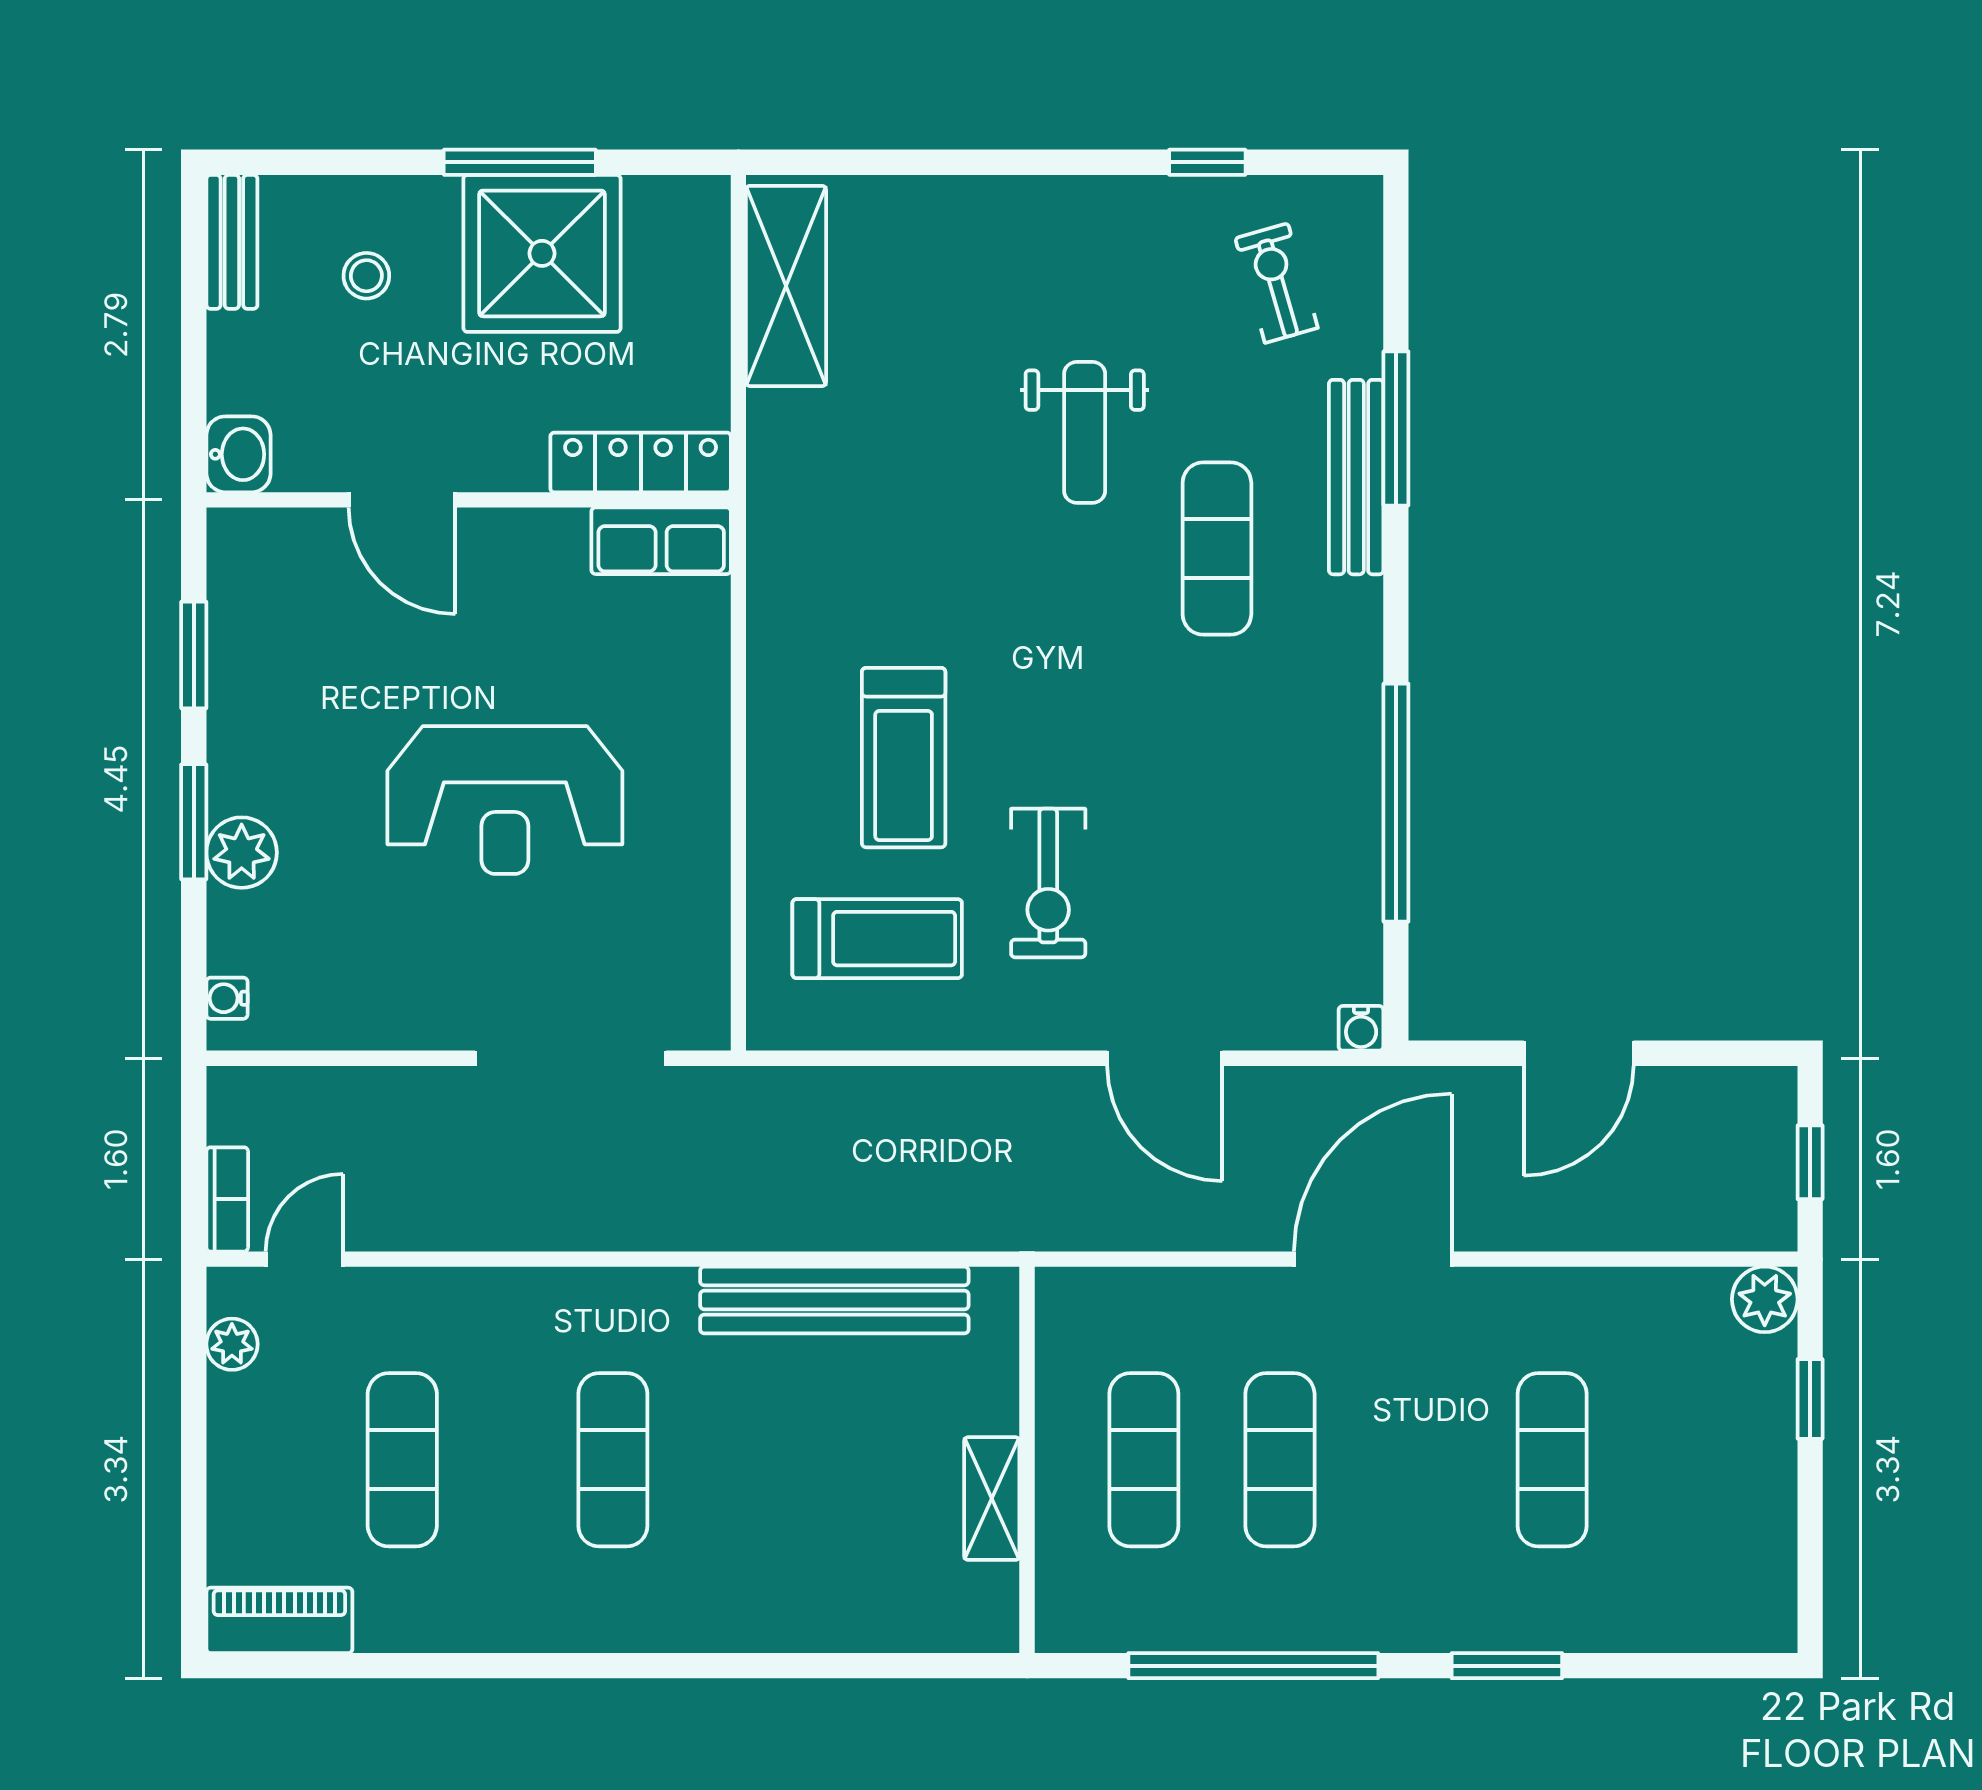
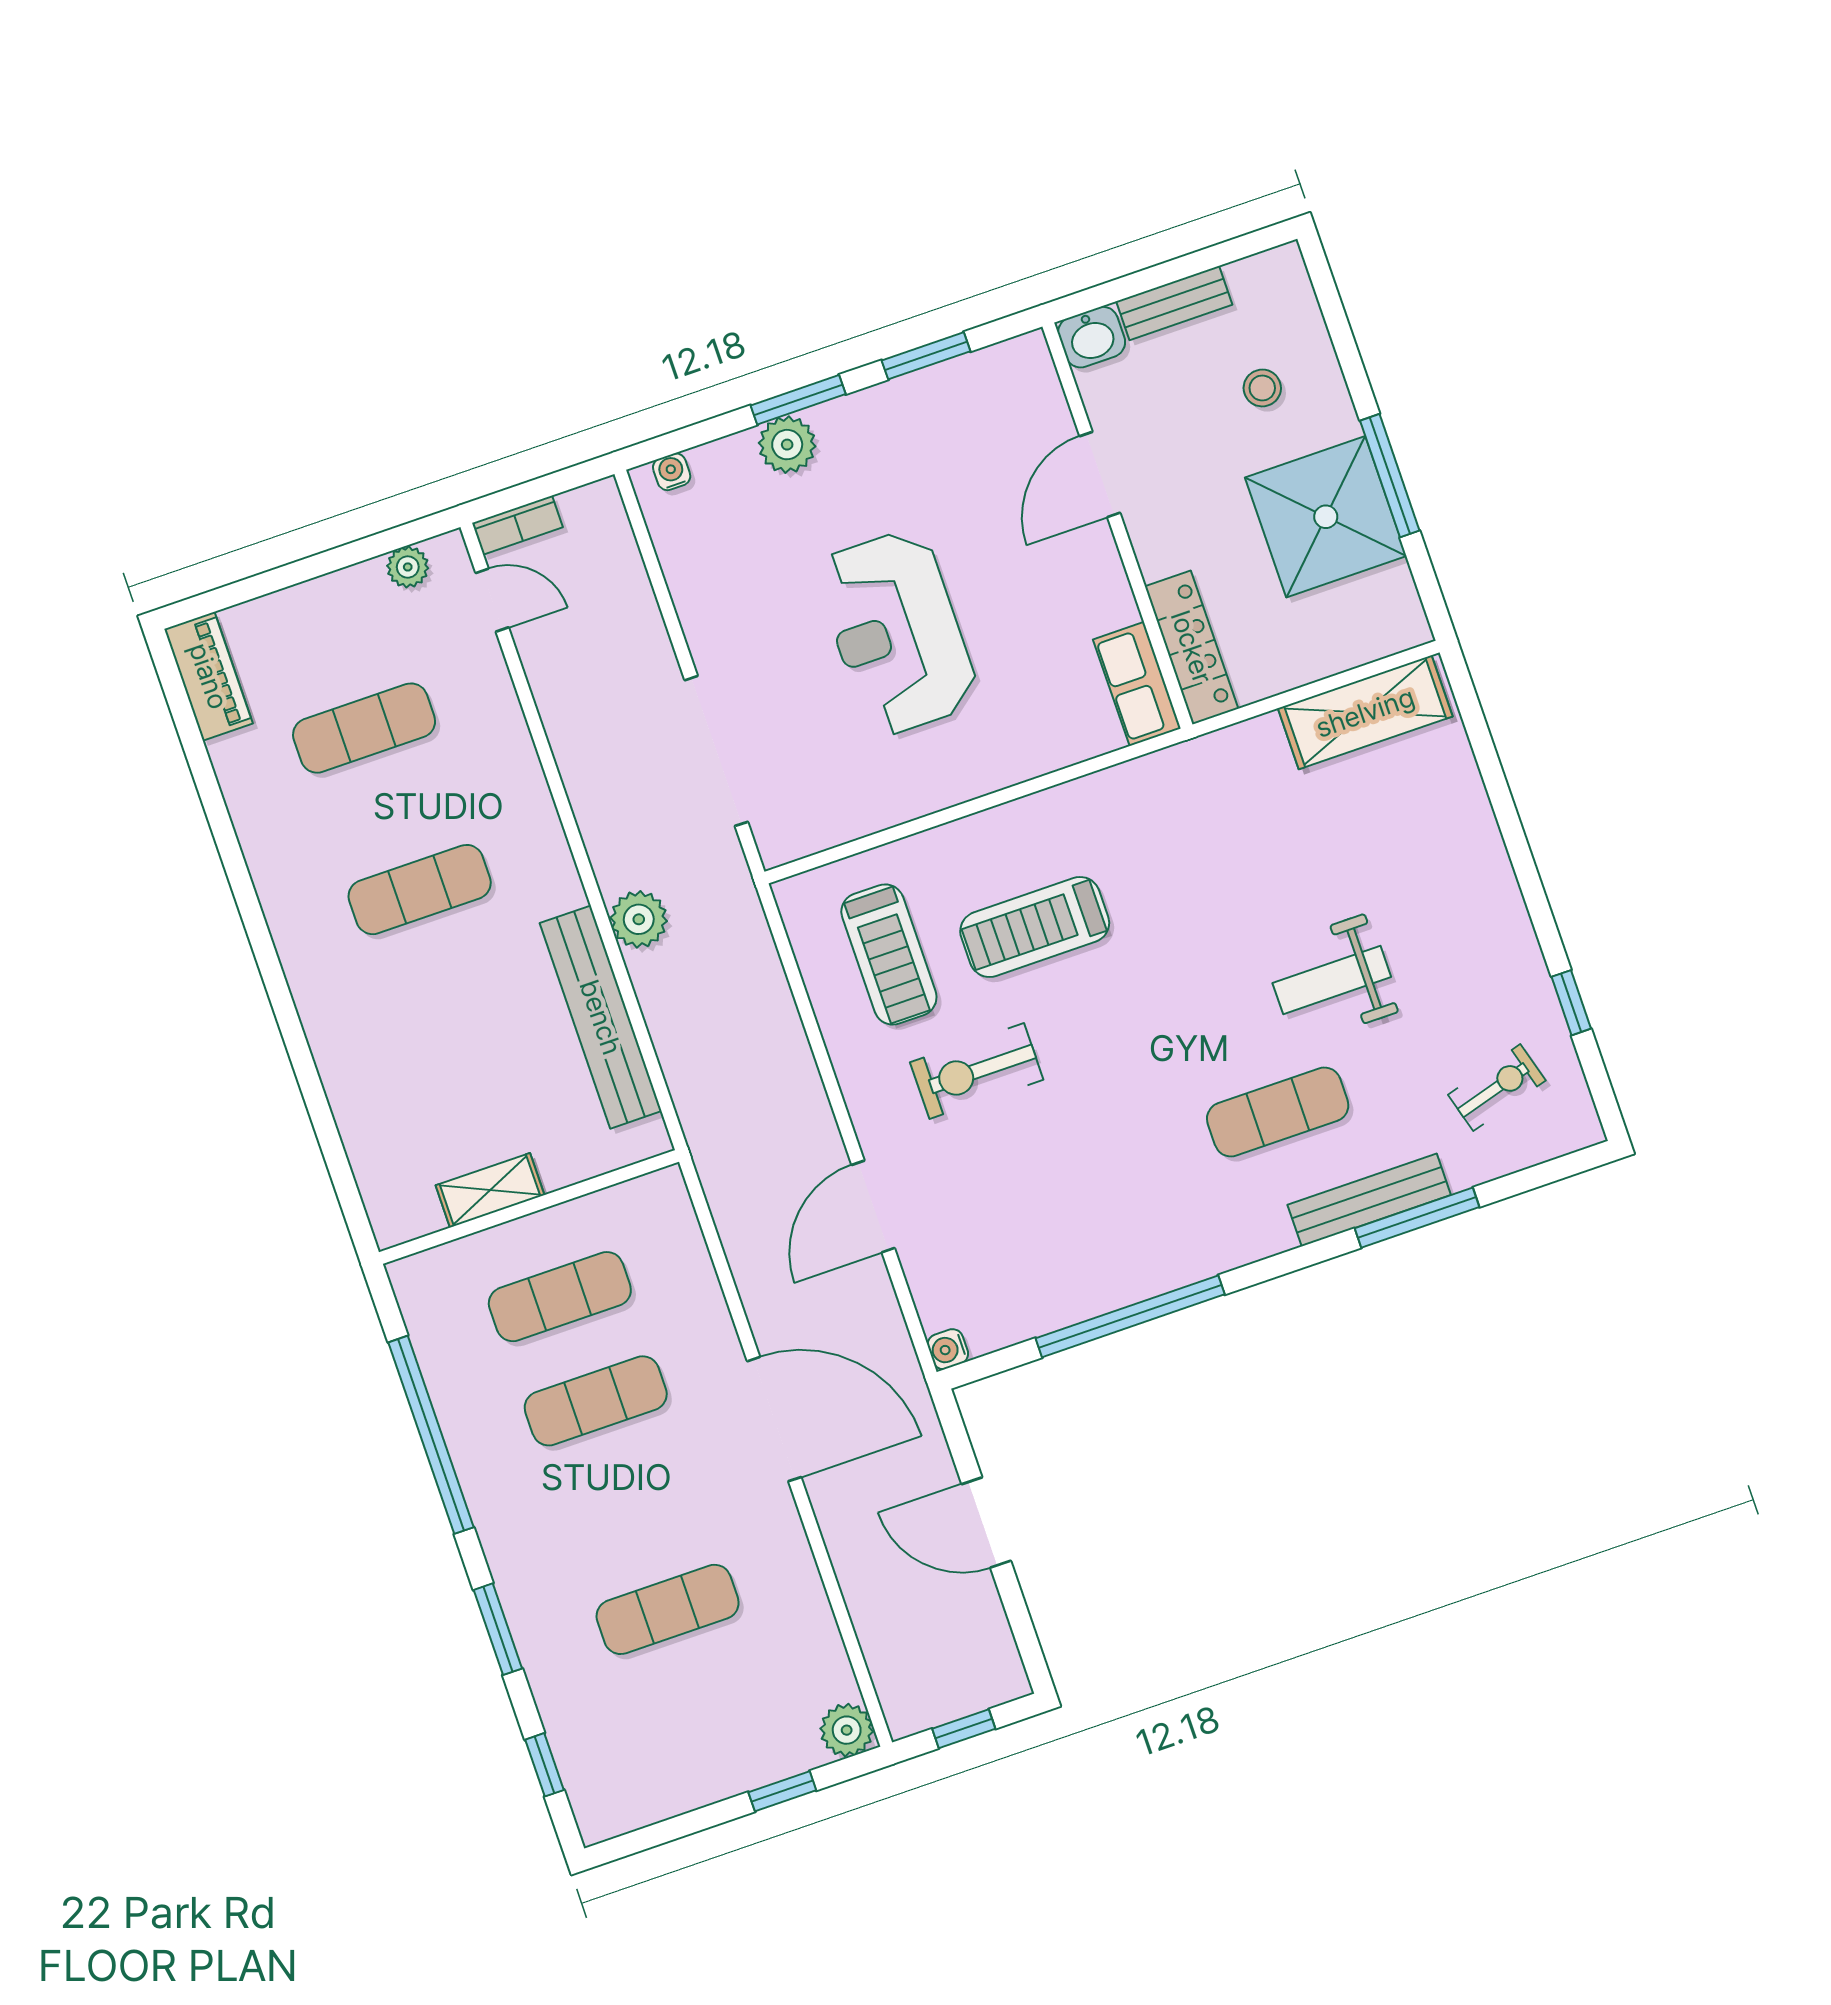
bench: (232, 242) -> (1174, 303), moved
plant: (736, 1216) -> (639, 919), added
window: (1684, 1666) -> (545, 1765), added

